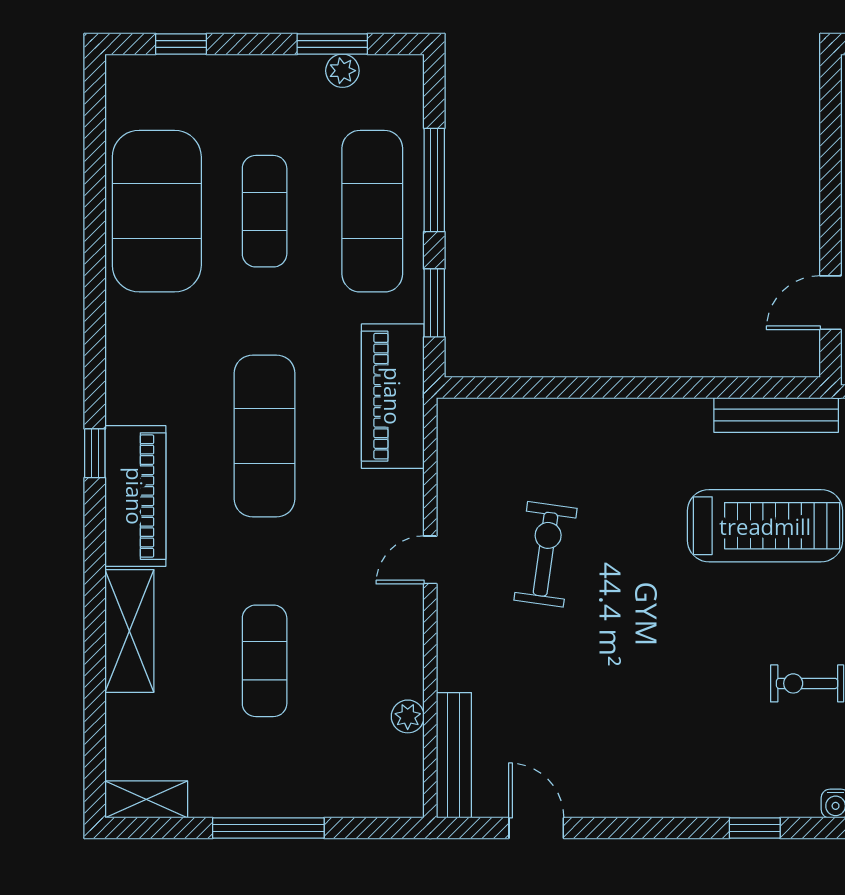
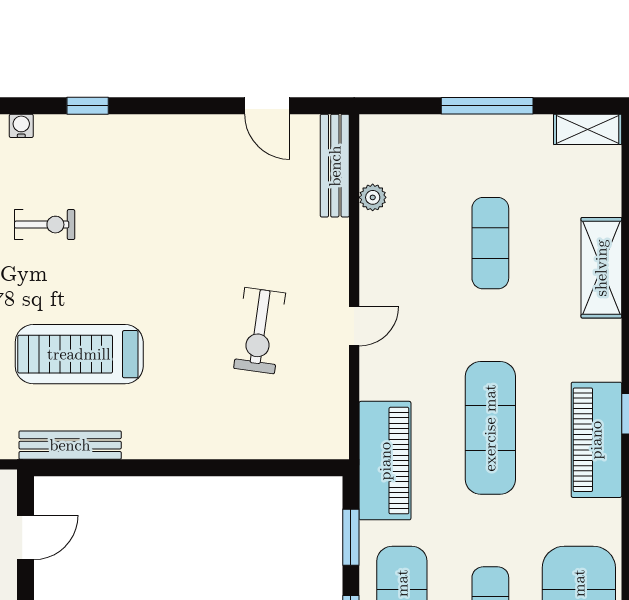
piano: (135, 496) -> (596, 440), moved

